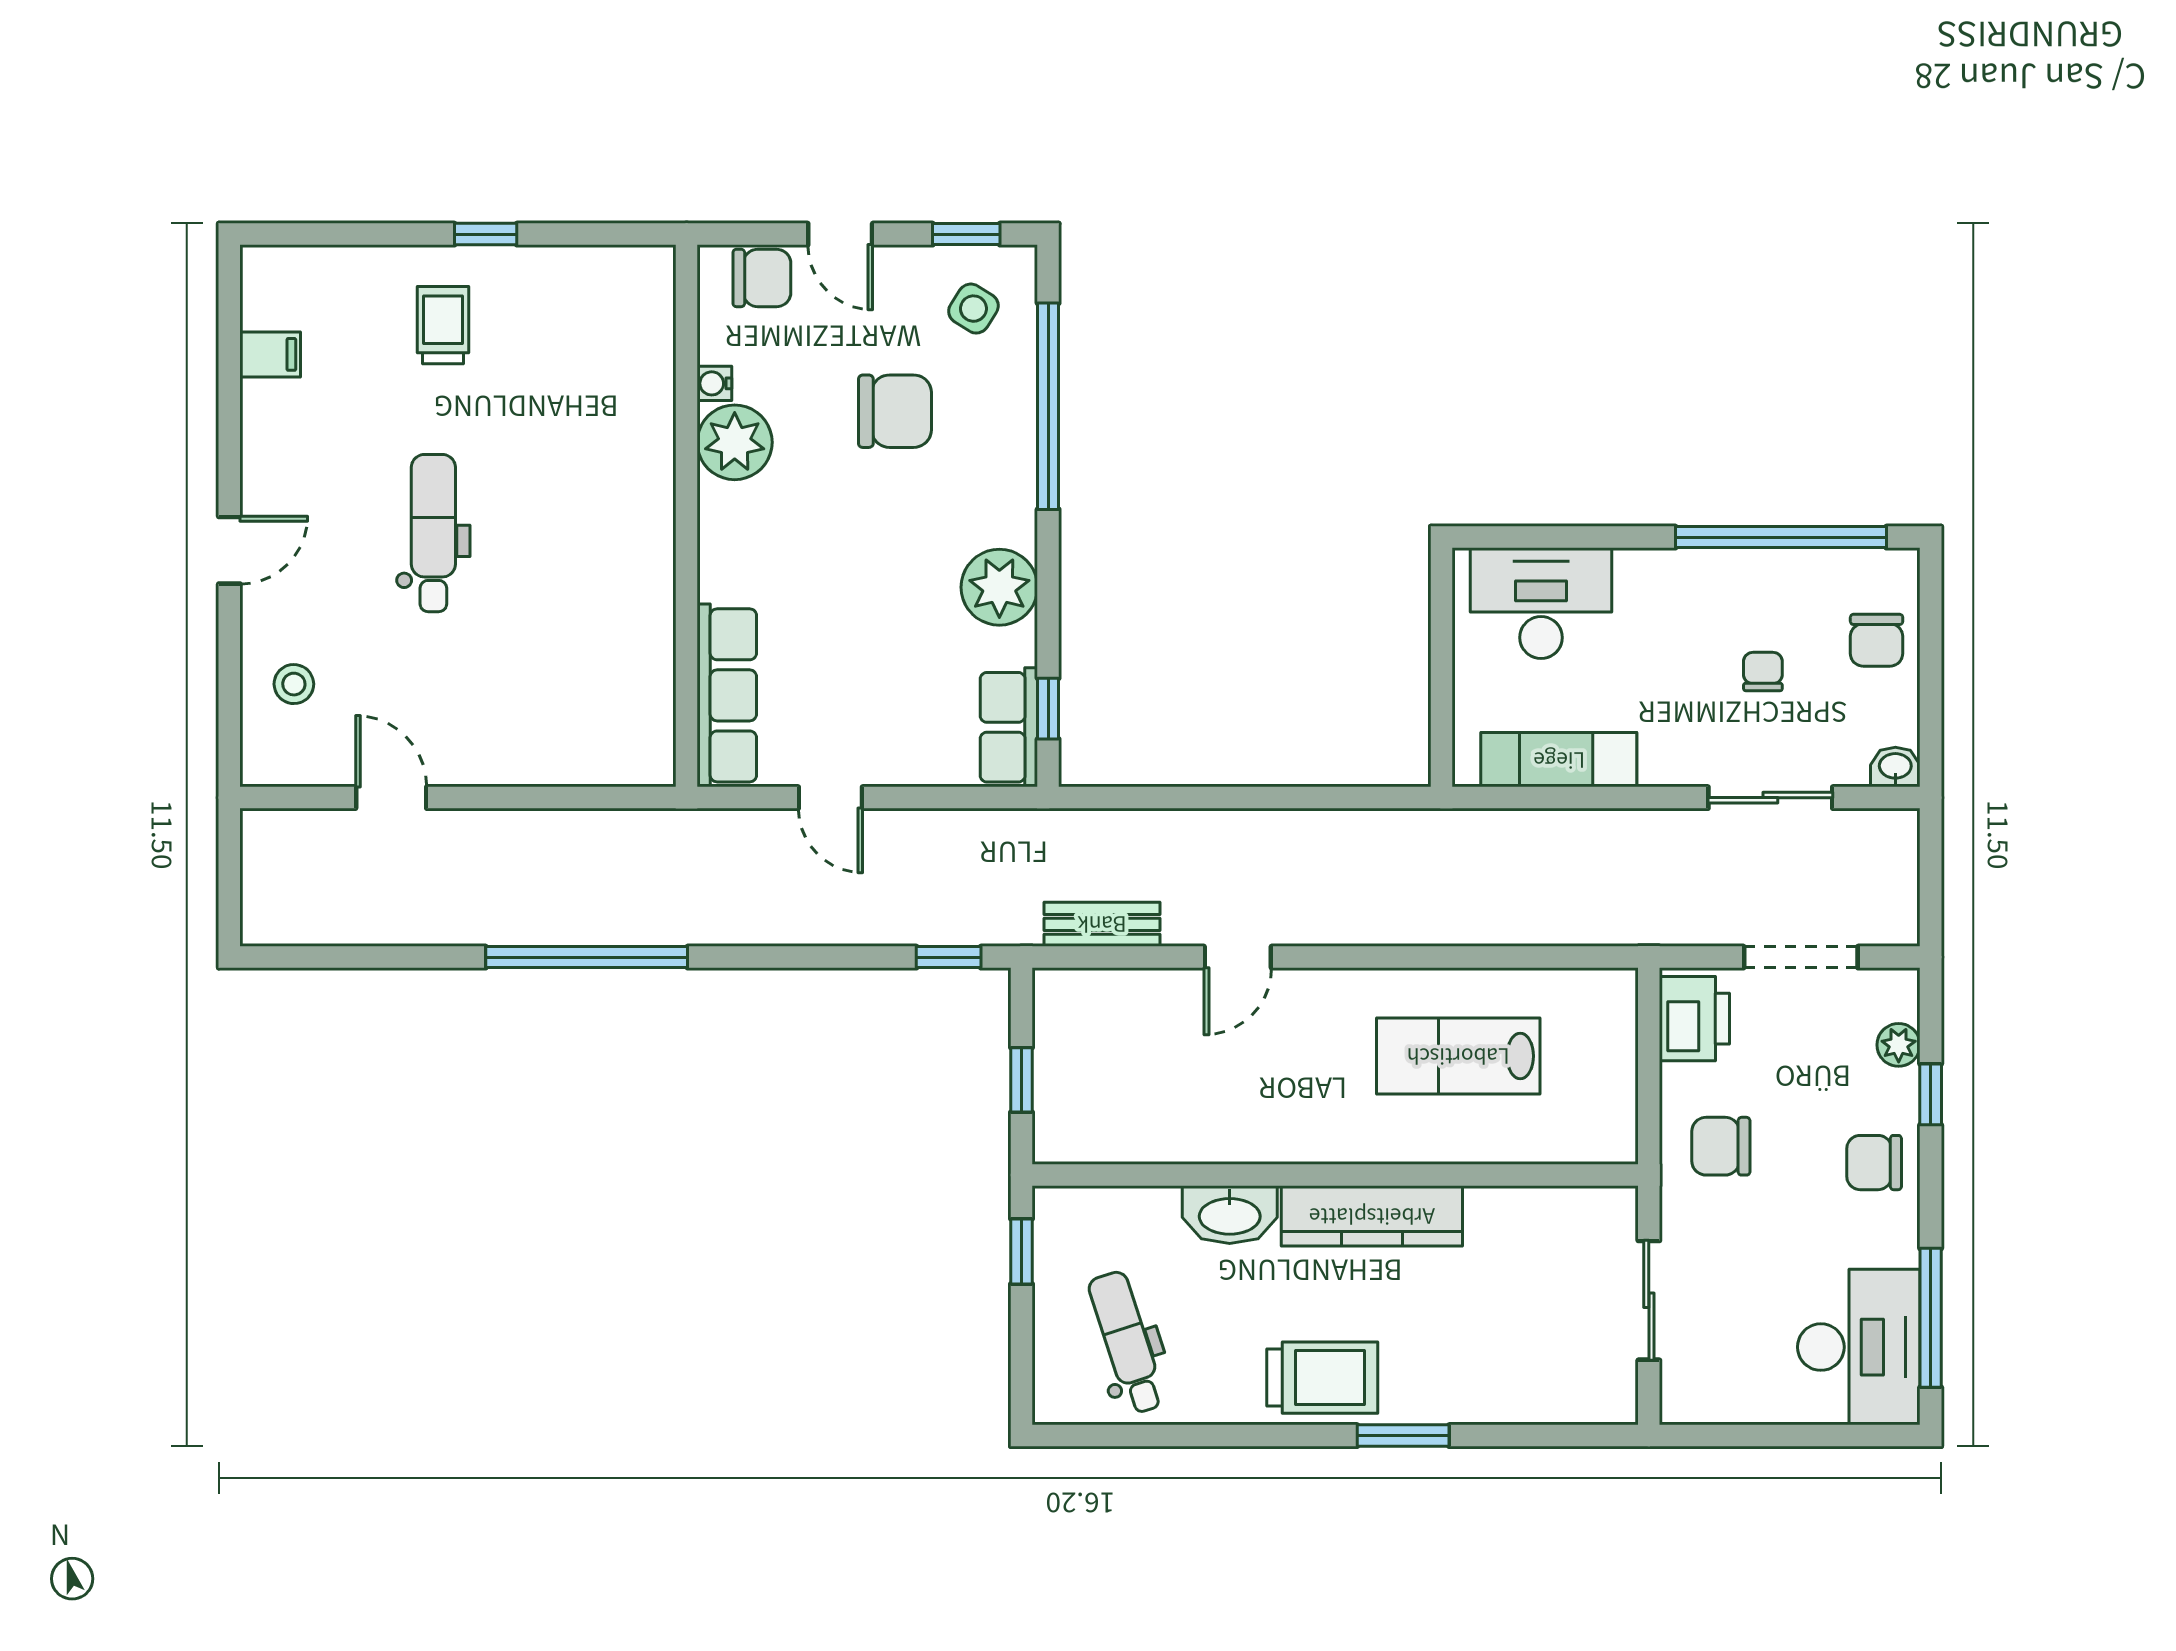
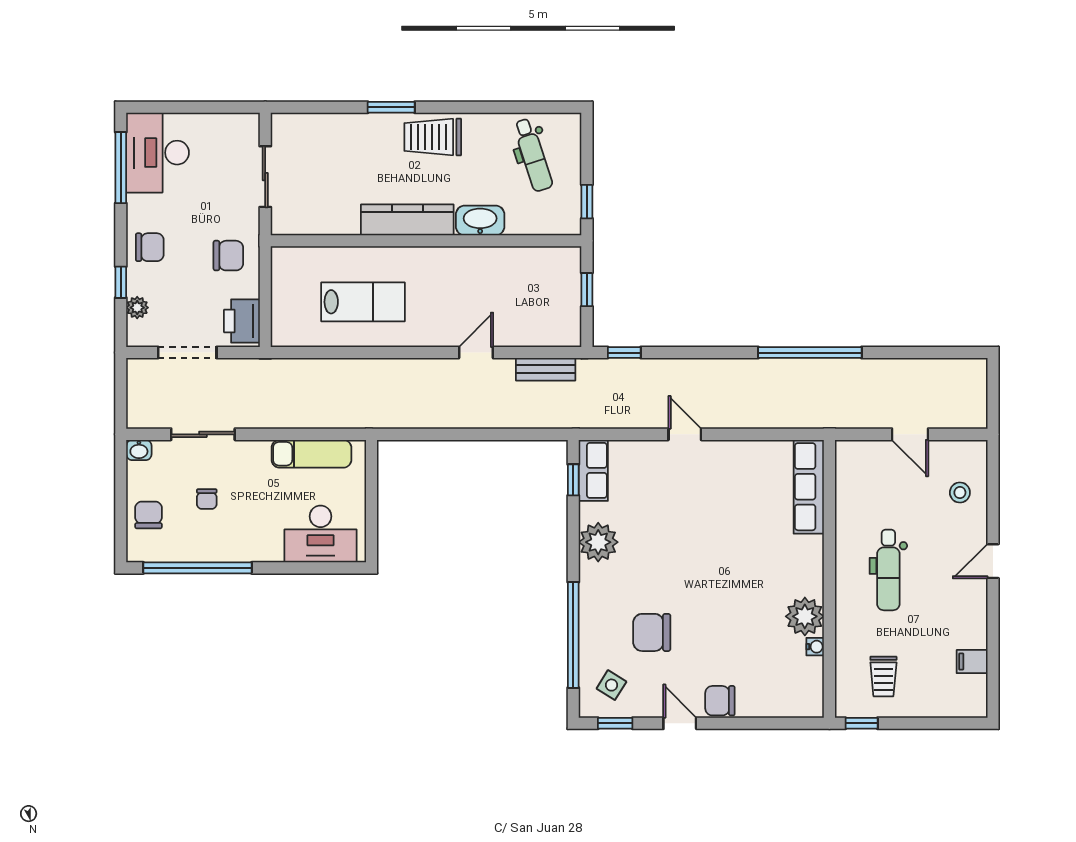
water cooler: (714, 383) -> (815, 647), moved
plant: (735, 442) -> (805, 616), moved
wall: (687, 516) -> (829, 579), moved
row of seats: (727, 695) -> (809, 487), moved

